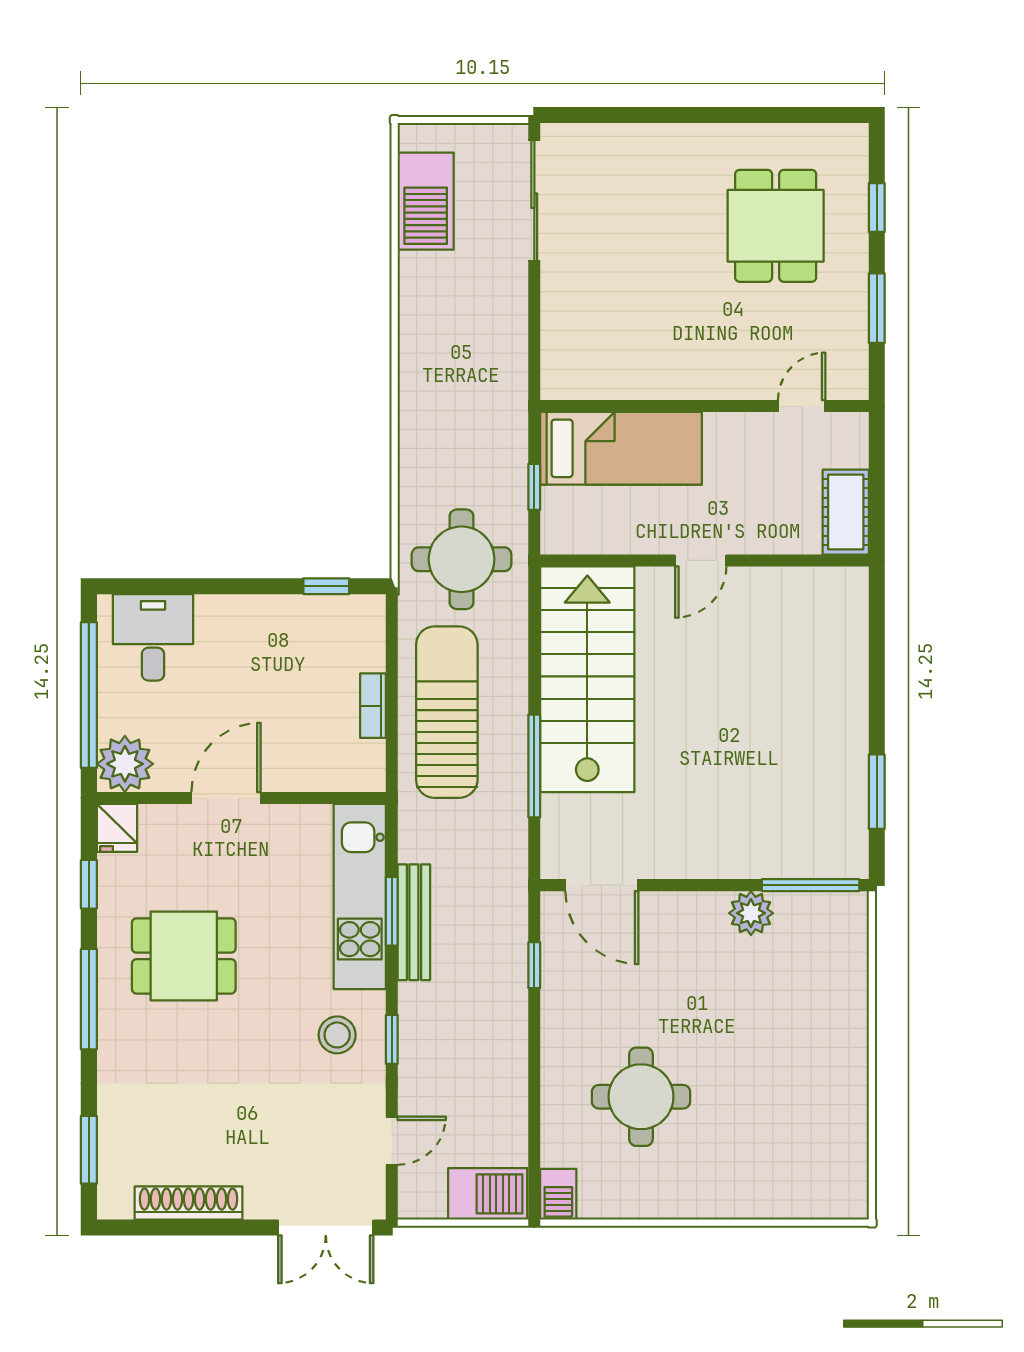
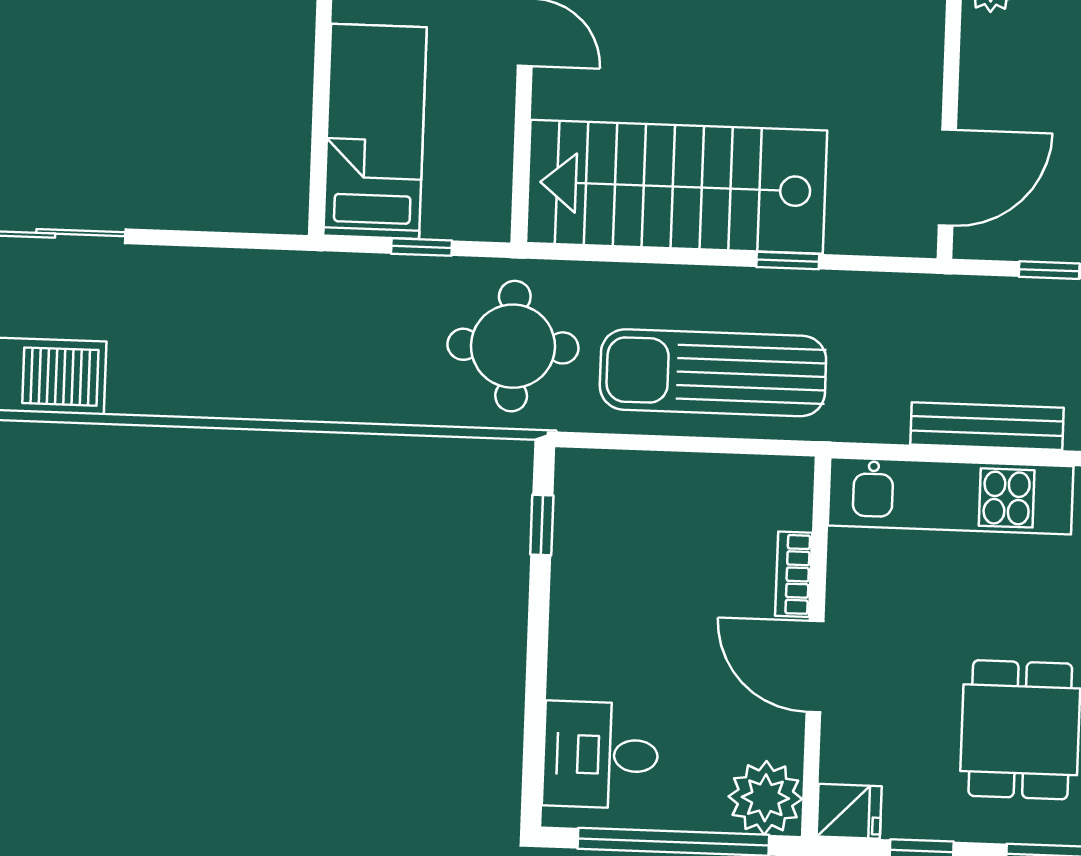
bookcase: (373, 706) -> (794, 574), moved, turned 90
window: (534, 766) -> (788, 261), width x0.46
window: (392, 911) -> (972, 455), removed

